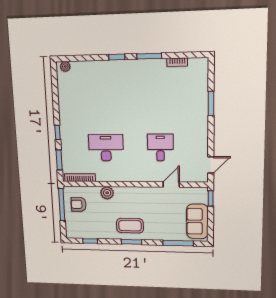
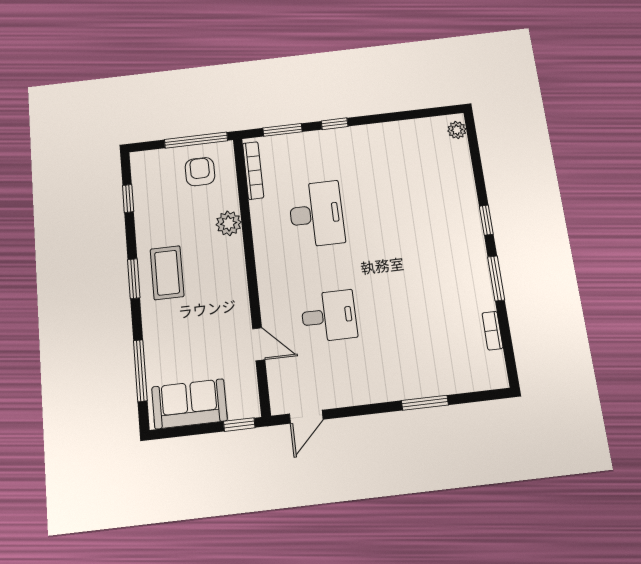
door: (211, 165) -> (306, 417), hinge flipped

